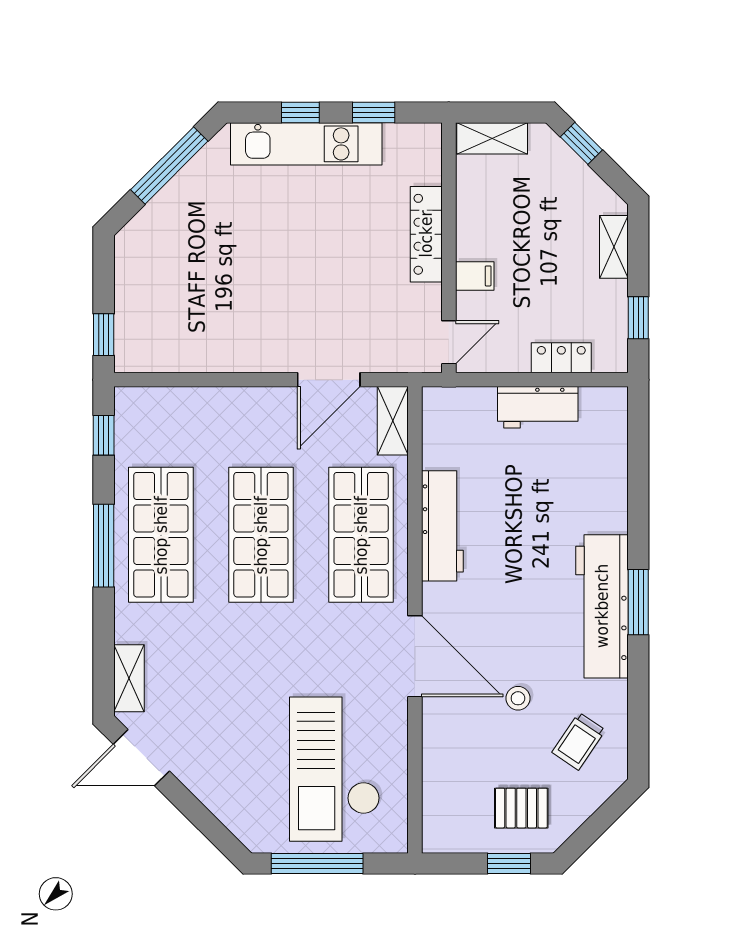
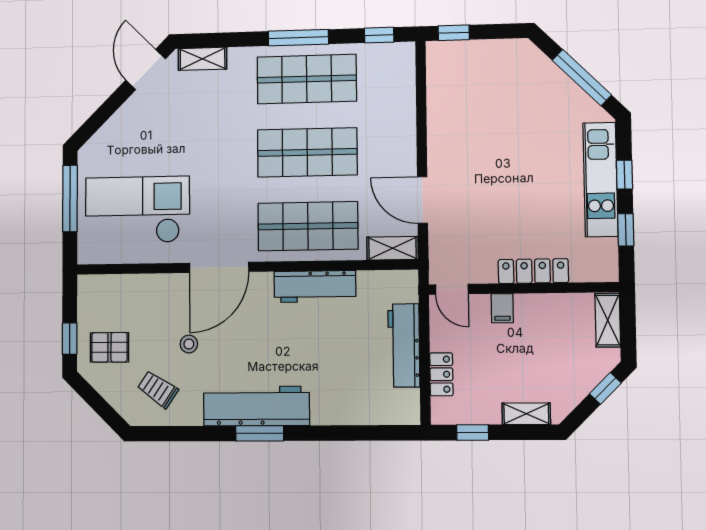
workbench: (538, 407) -> (404, 345), width x1.38
pallet: (521, 808) -> (109, 347), turned 90

